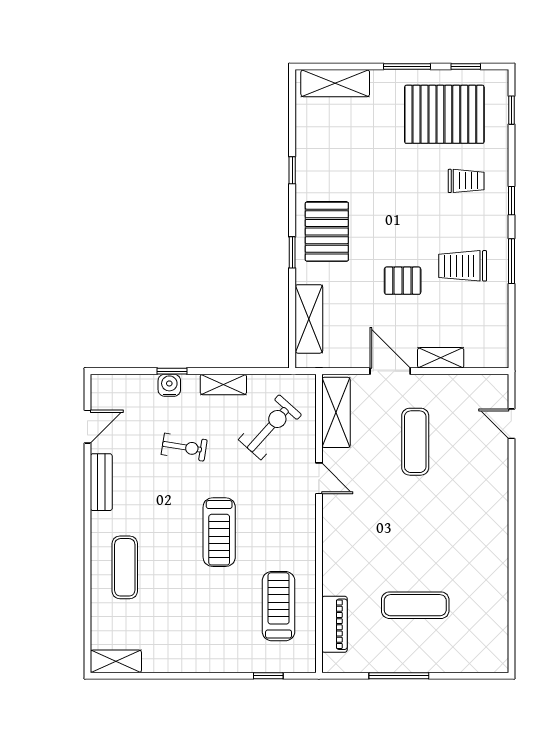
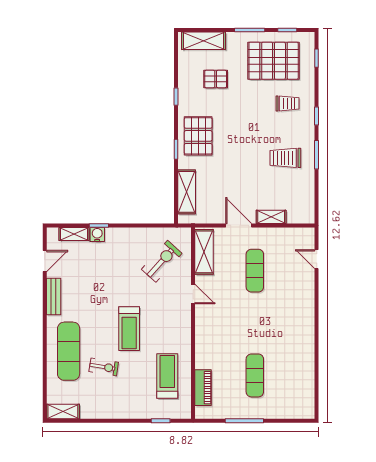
pallet: (403, 281) -> (216, 79), moved
shelving: (223, 384) -> (74, 234), moved
exercise bike: (184, 447) -> (104, 367), moved
exercise mat: (125, 567) -> (69, 351), width x1.36, depth x1.45
exercise mat: (415, 605) -> (255, 375), turned 90

